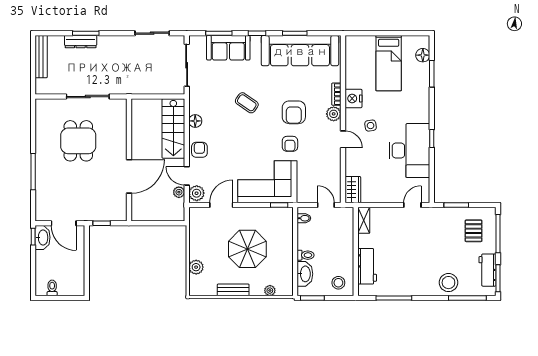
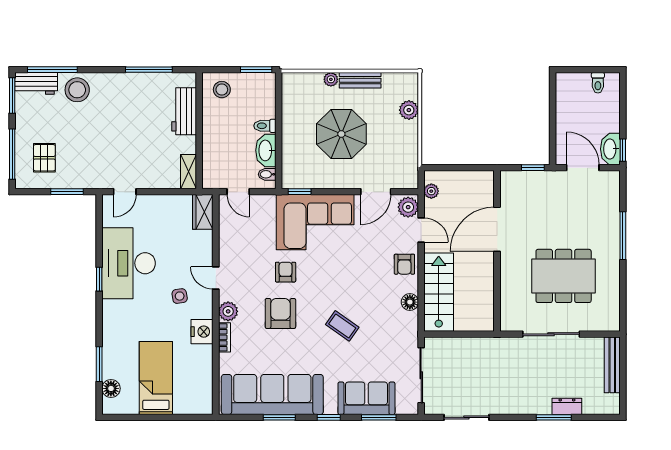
dresser: (81, 42) -> (567, 406), width x0.70
bench: (41, 57) -> (612, 365), moved
dining table: (78, 141) -> (564, 276), width x1.38
plant: (179, 192) -> (431, 191), moved
workbench: (488, 270) -> (36, 83), moved, turned 90
washbasin: (305, 274) -> (266, 150), moved
plant: (270, 291) -> (331, 79), moved

